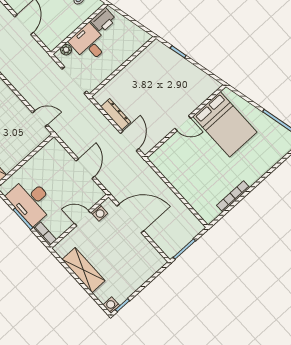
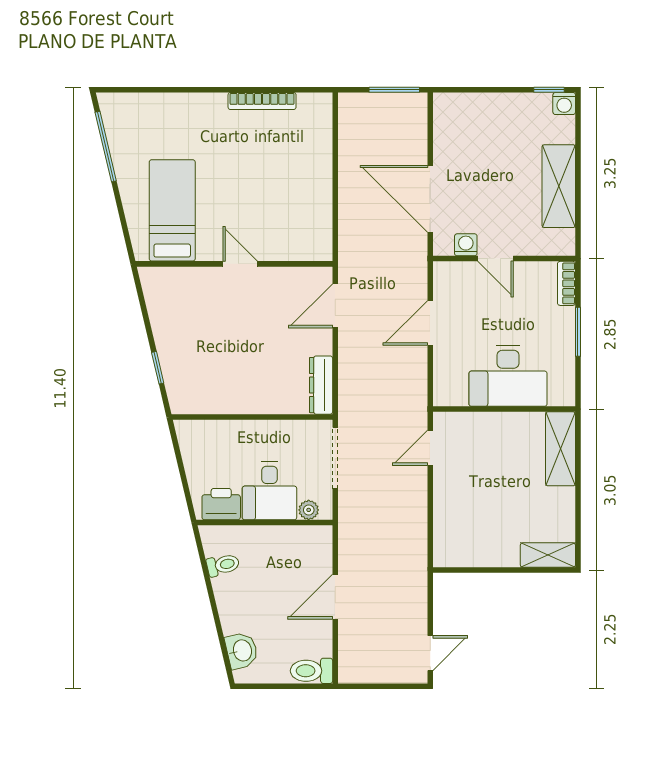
dresser: (116, 114) -> (321, 385), moved
door: (40, 119) -> (430, 448), hinge flipped
bed: (225, 124) -> (172, 210), width x0.67
desk: (31, 201) -> (508, 376), moved, turned 90

